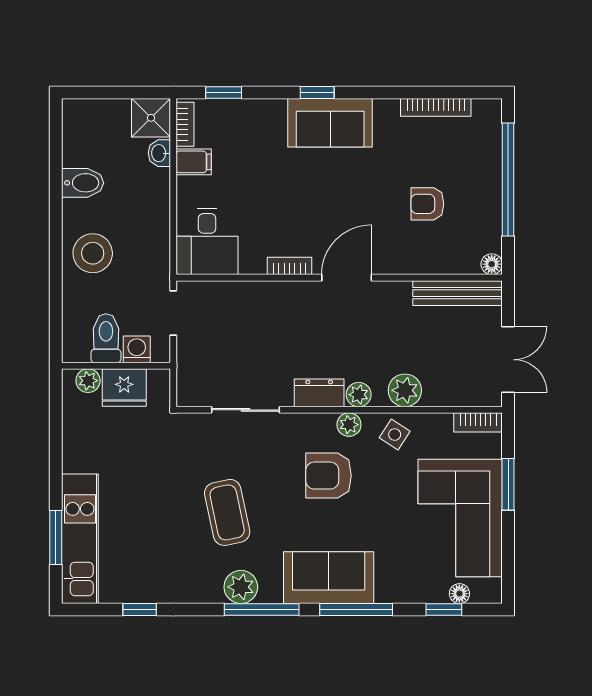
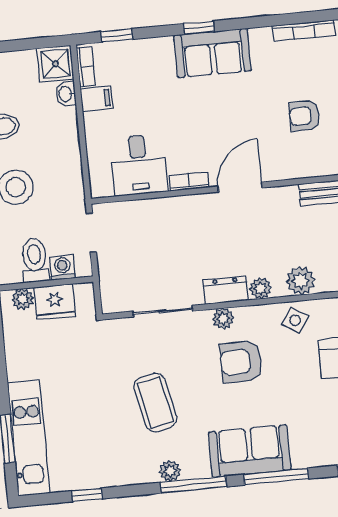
desk: (207, 241) -> (139, 165), moved
plant: (349, 425) -> (223, 318), moved
plant: (241, 587) -> (170, 471), width x0.73, depth x0.73

